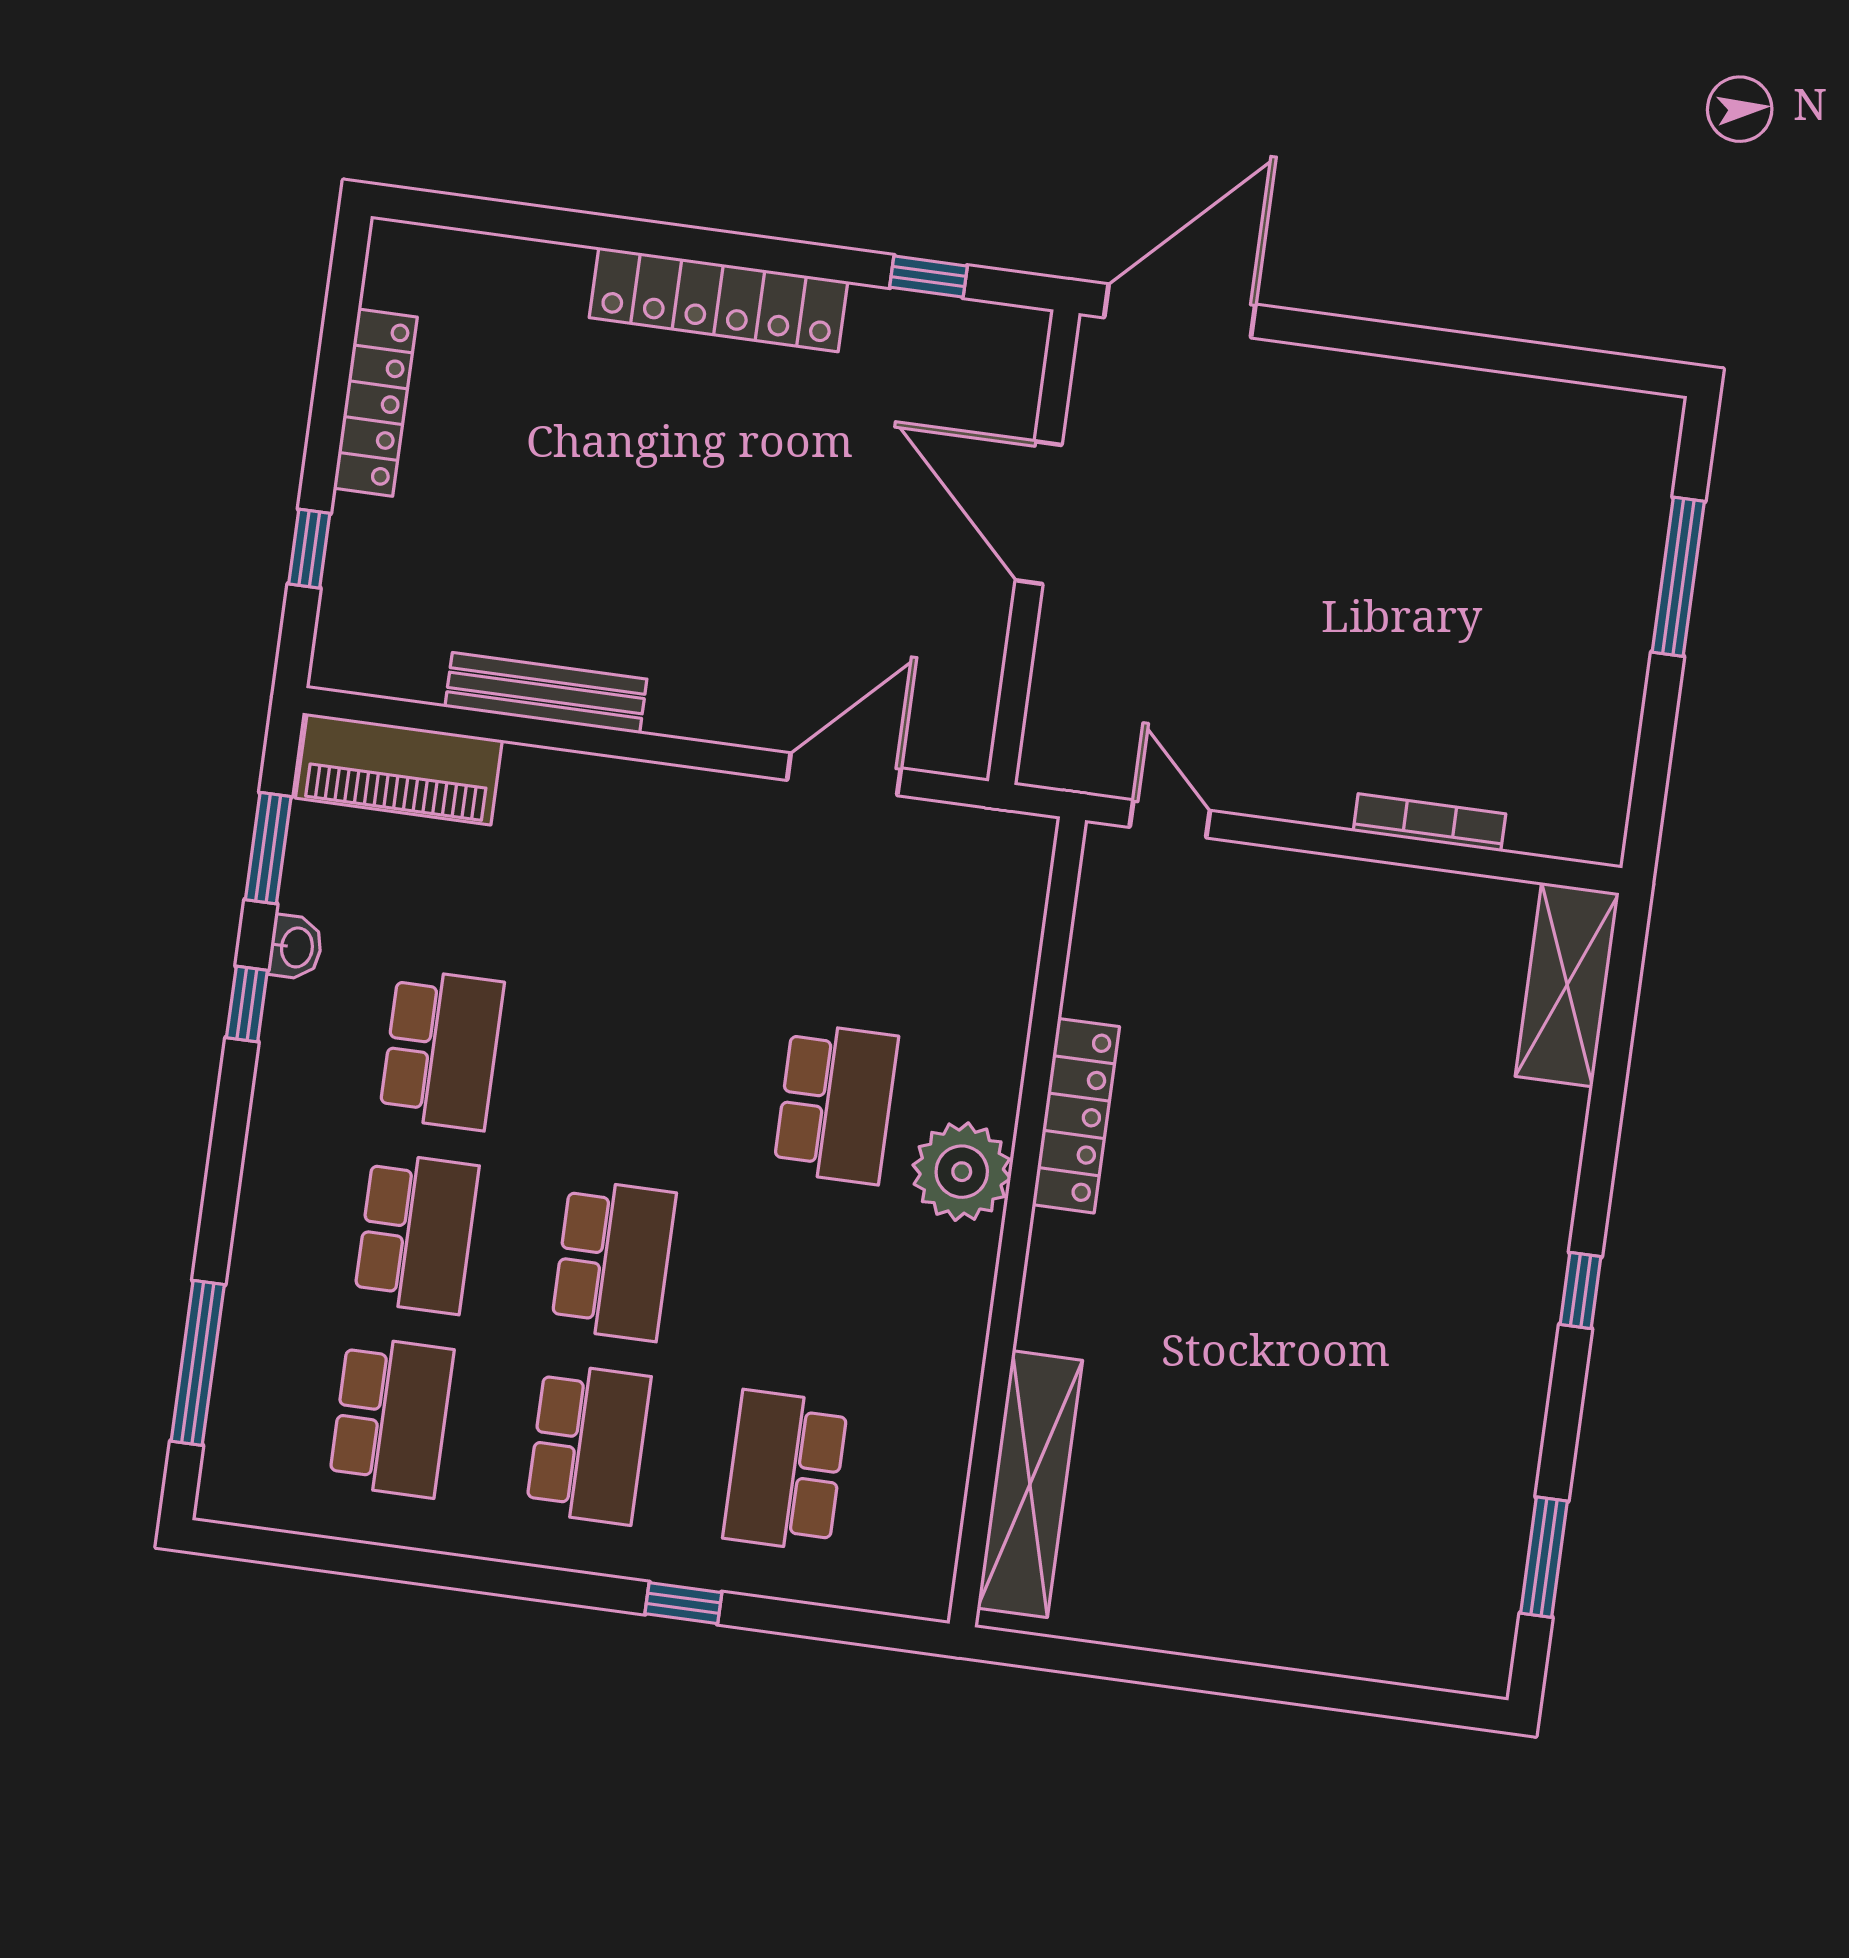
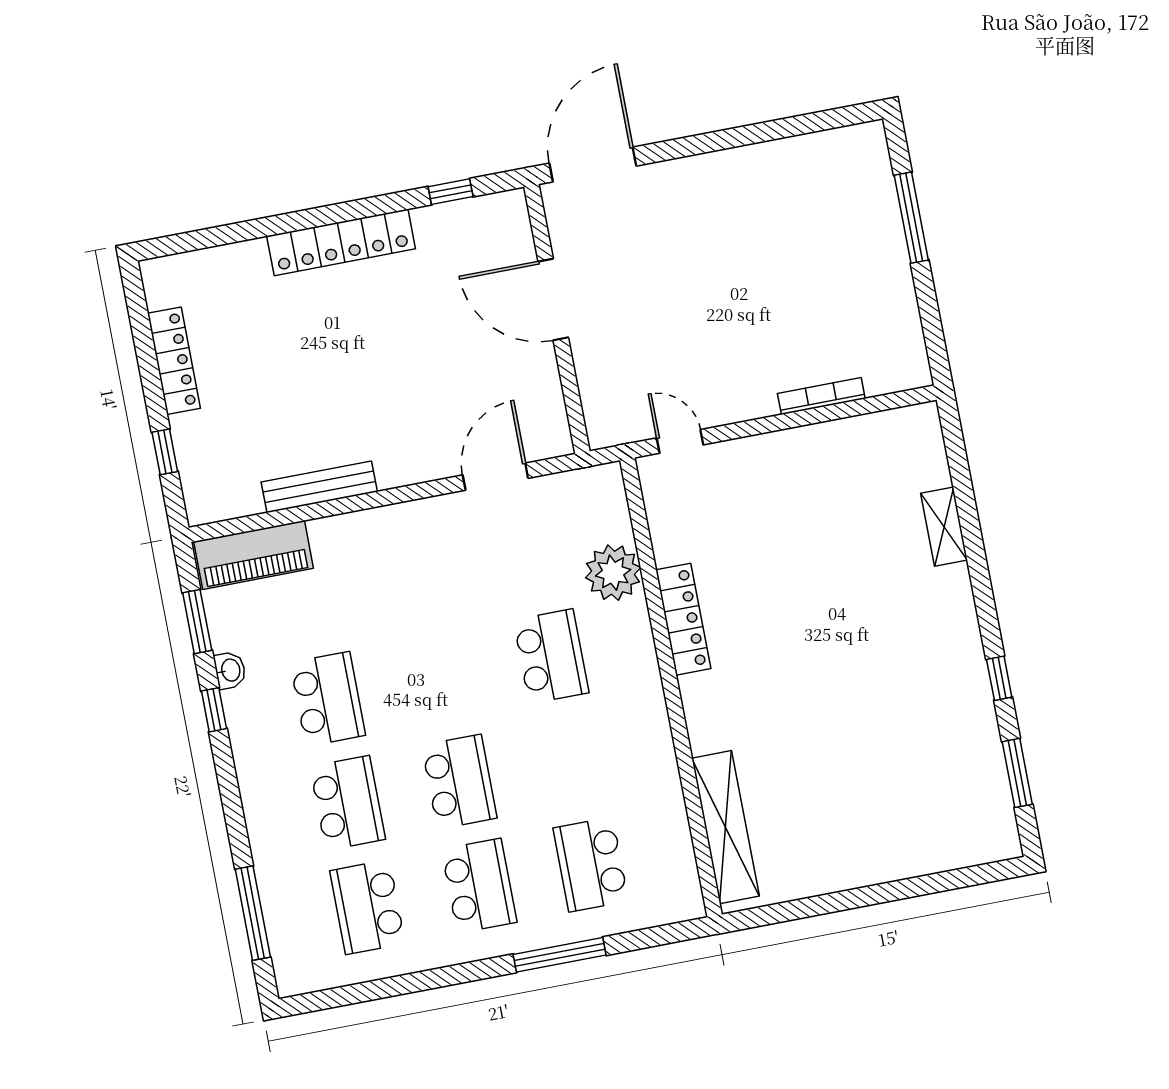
shelving: (1567, 985) -> (944, 527), moved, width x0.67, depth x0.75
plant: (962, 1172) -> (613, 573), moved
window: (1581, 1291) -> (999, 678), moved
school desk: (391, 1417) -> (367, 907), turned 180
window: (683, 1603) -> (560, 955), width x2.17

